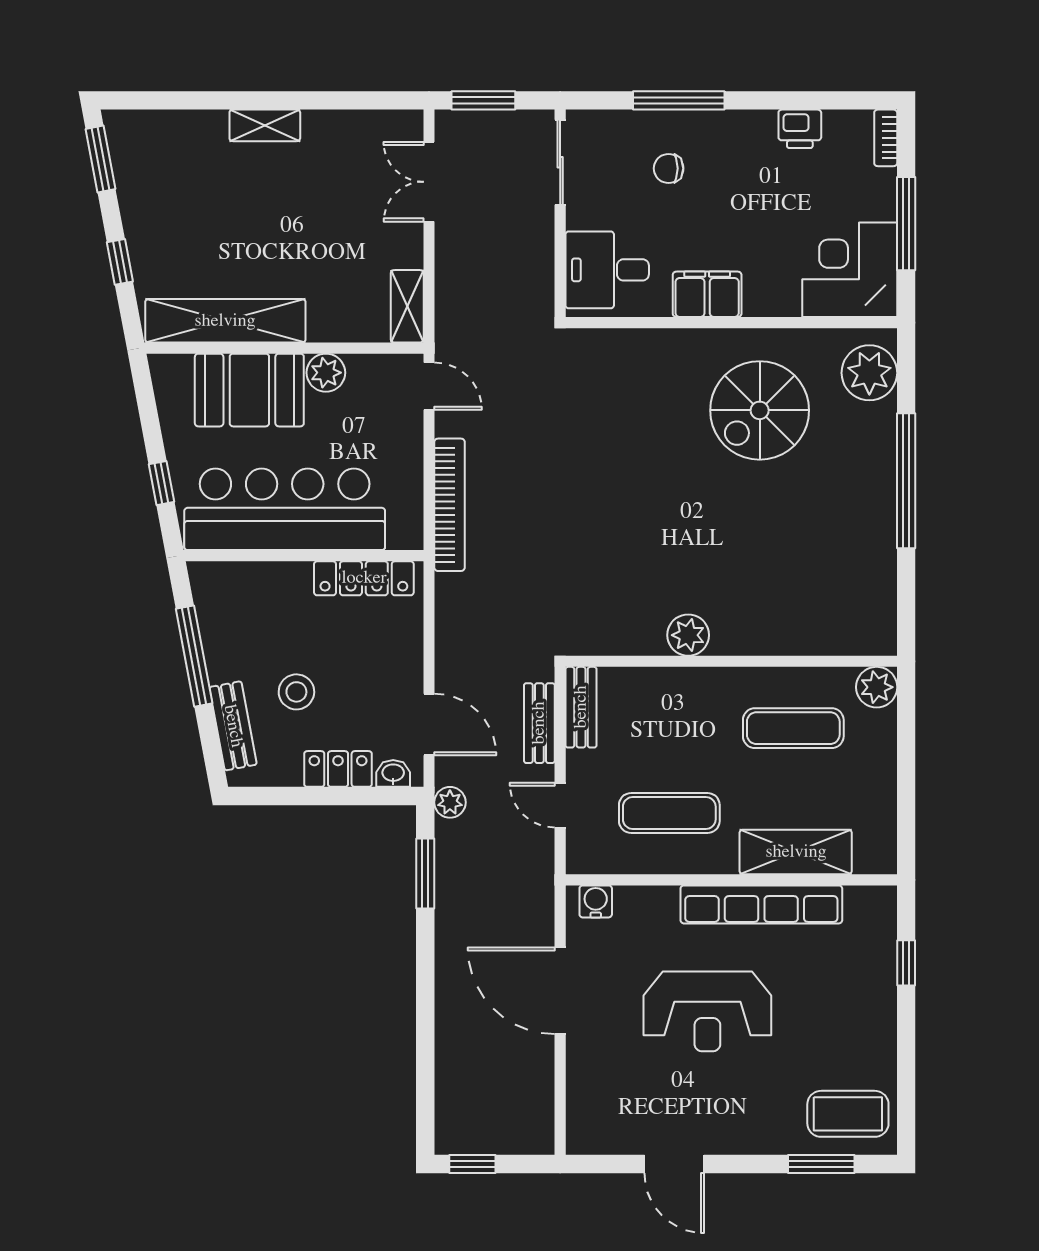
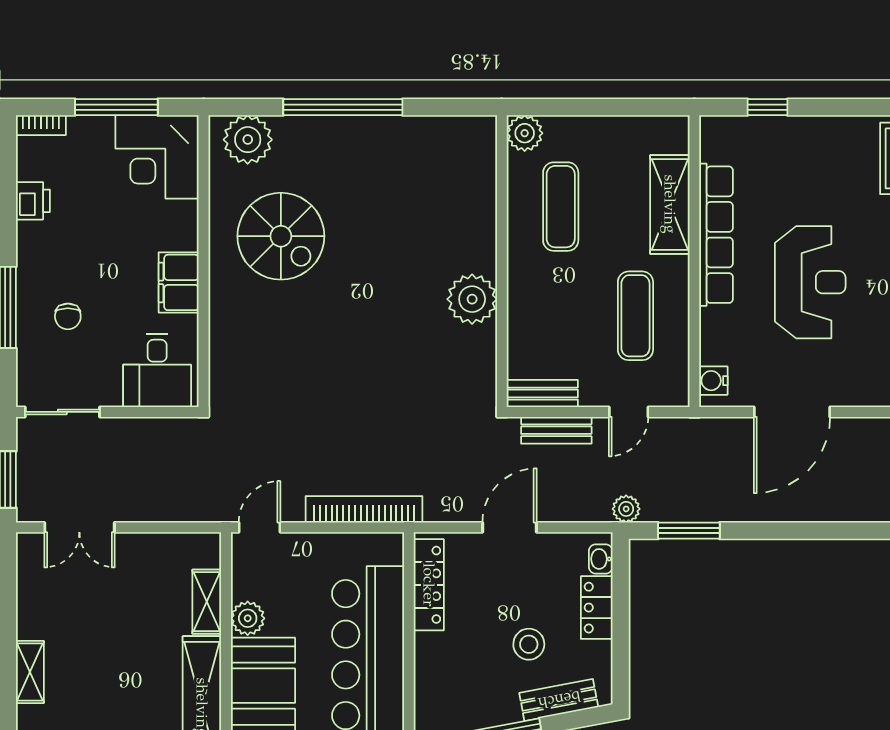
shelving: (407, 306) -> (207, 602), moved, turned 90
plant: (688, 635) -> (472, 299), width x1.36, depth x1.36
door: (429, 724) -> (509, 527), moved

